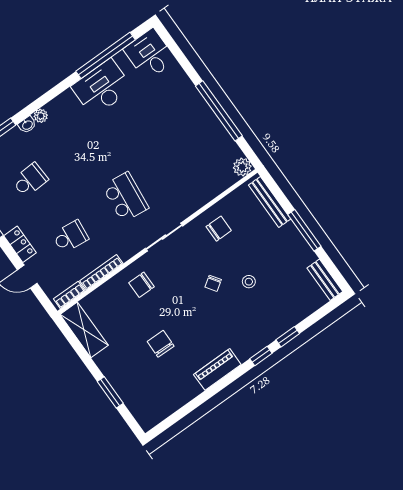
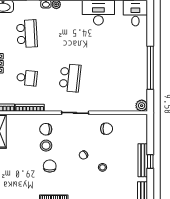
school desk: (30, 180) -> (27, 34), width x1.85
bench: (270, 202) -> (143, 160), moved
window: (304, 230) -> (150, 161), width x0.46
stool: (157, 305) -> (46, 146), added
chair: (161, 344) -> (50, 166), moved

